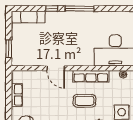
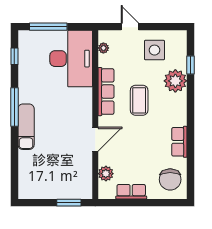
window: (52, 9) -> (14, 56), moved
exam couch: (28, 17) -> (26, 127), moved
plant: (30, 76) -> (106, 174), added

